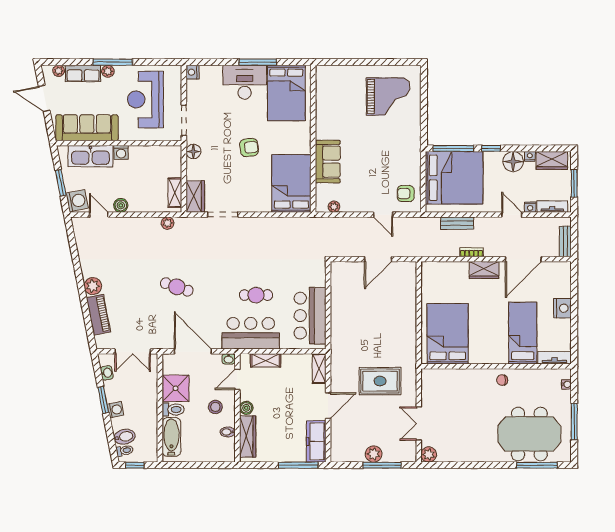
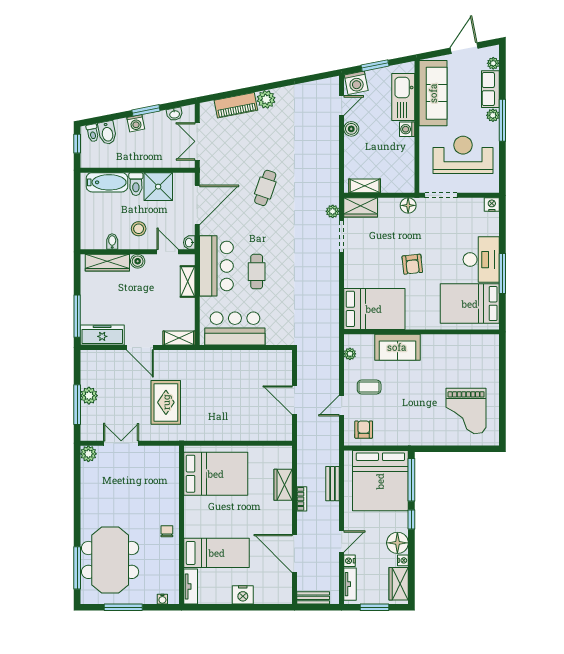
coffee table: (365, 189) -> (369, 387), added
plant: (168, 223) -> (333, 211), moved
wardrobe: (484, 270) -> (283, 485), moved

